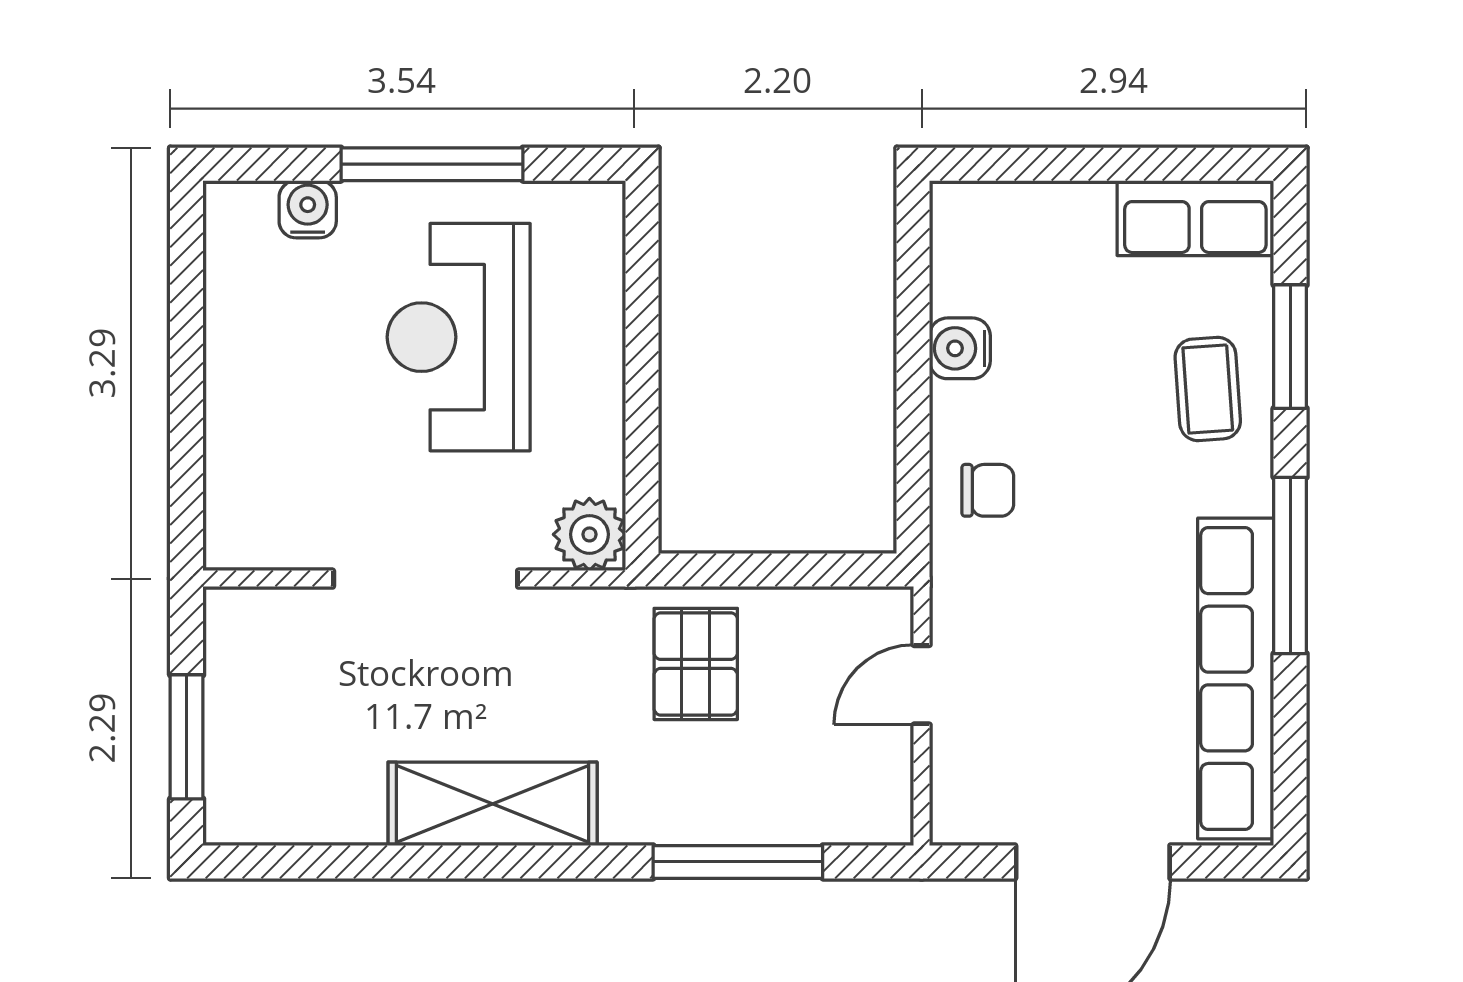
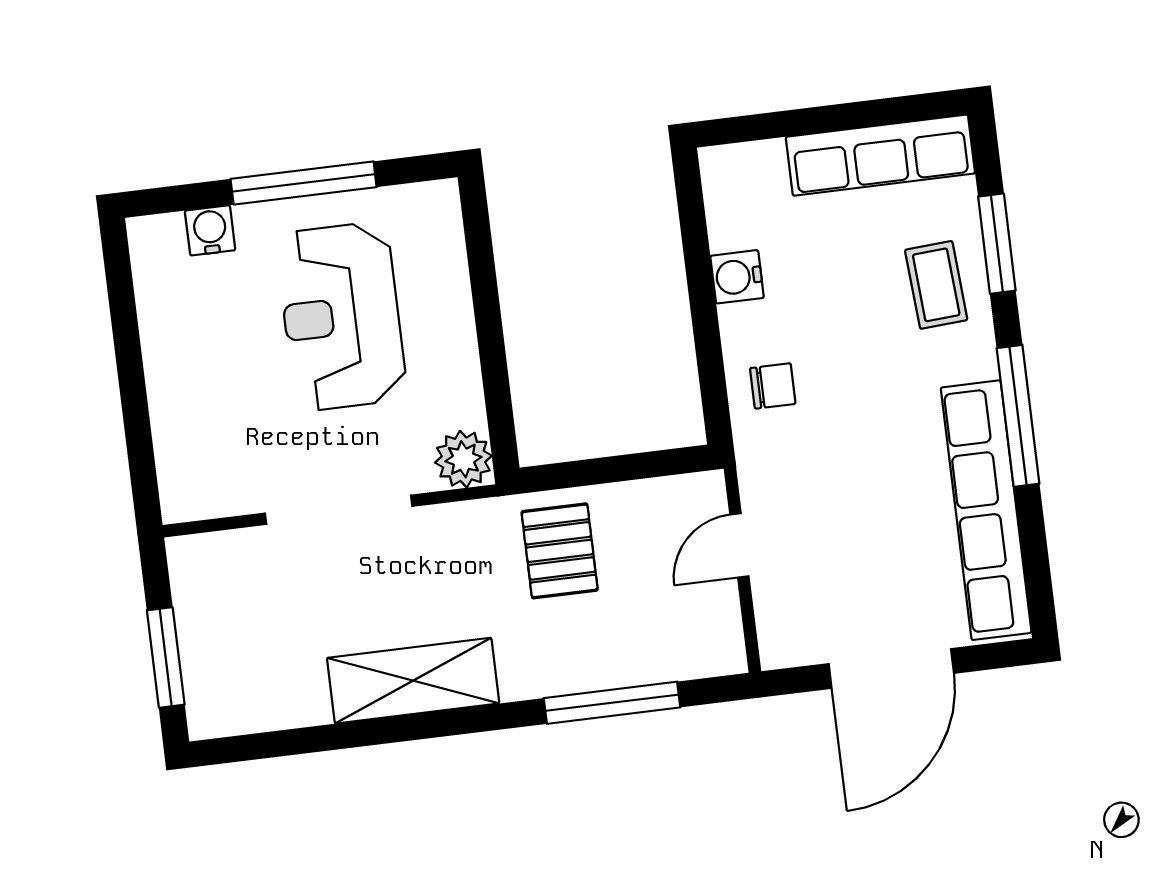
row of seats: (1195, 218) -> (880, 155), width x1.48

